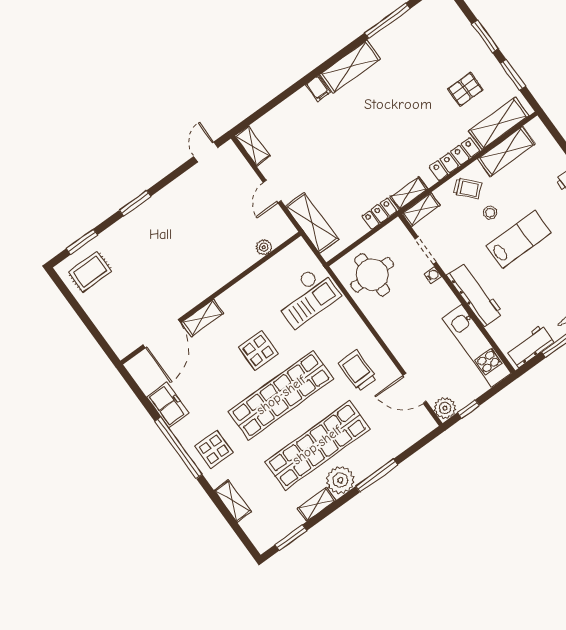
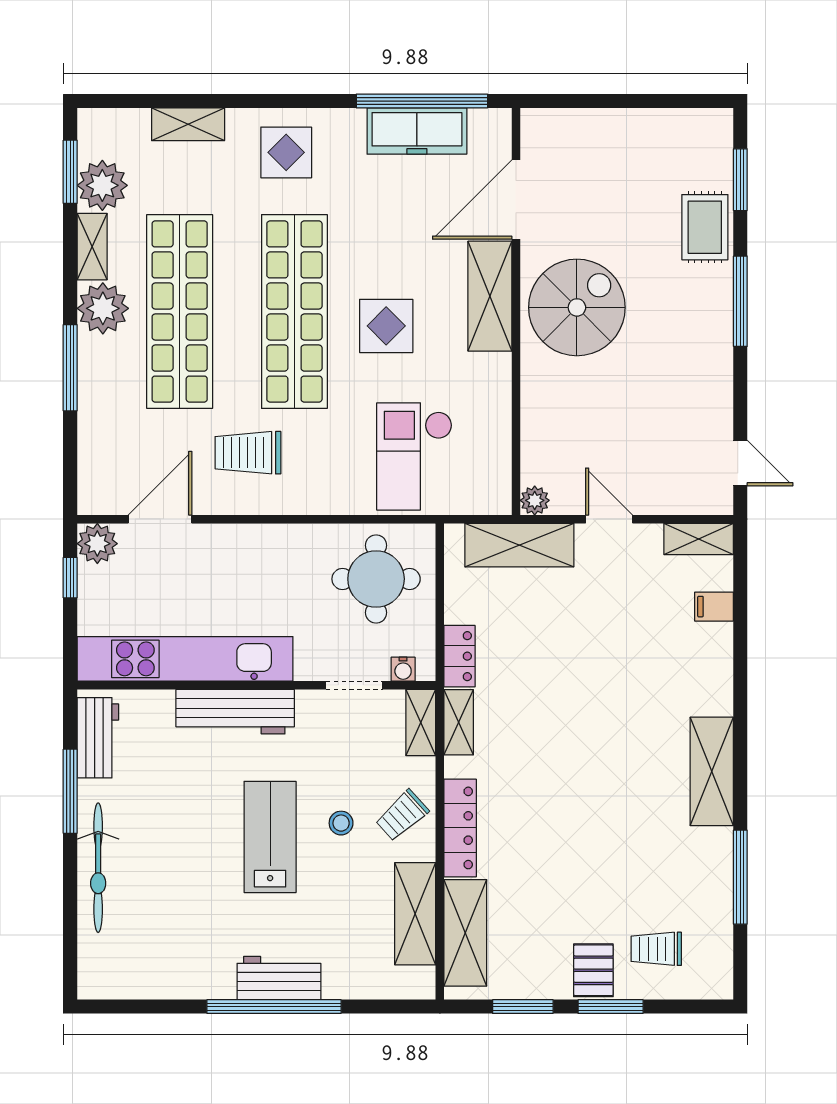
trolley: (445, 35) -> (656, 949), added
filing cabinet: (318, 88) -> (714, 607), moved
pallet: (465, 89) -> (593, 970), moved
window: (135, 203) -> (740, 301), width x1.44
lab bench: (519, 239) -> (270, 837), turned 180
plant: (264, 247) -> (535, 500), moved
rug: (90, 272) -> (705, 227), moved
spiral stairs: (190, 273) -> (577, 307), added
water cooler: (433, 275) -> (403, 669), moved
shelving: (202, 318) -> (490, 296), width x1.50, depth x1.33
door: (162, 334) -> (516, 200), hinge flipped
kitchen unit: (477, 346) -> (185, 659), width x1.36
trolley: (357, 371) -> (248, 453), turned 180
freezer: (168, 405) -> (417, 131), width x1.40
window: (179, 448) -> (422, 101), moved
plant: (287, 519) -> (102, 185), added

